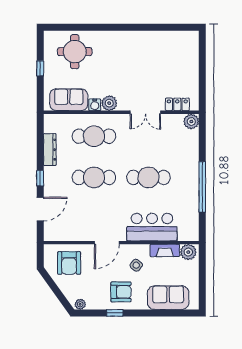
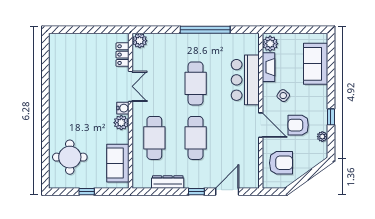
water cooler: (95, 105) -> (123, 108), moved
door: (40, 209) -> (227, 192), hinge flipped
armchair: (121, 292) -> (298, 125), moved, turned -90
plant: (80, 304) -> (322, 137), moved

